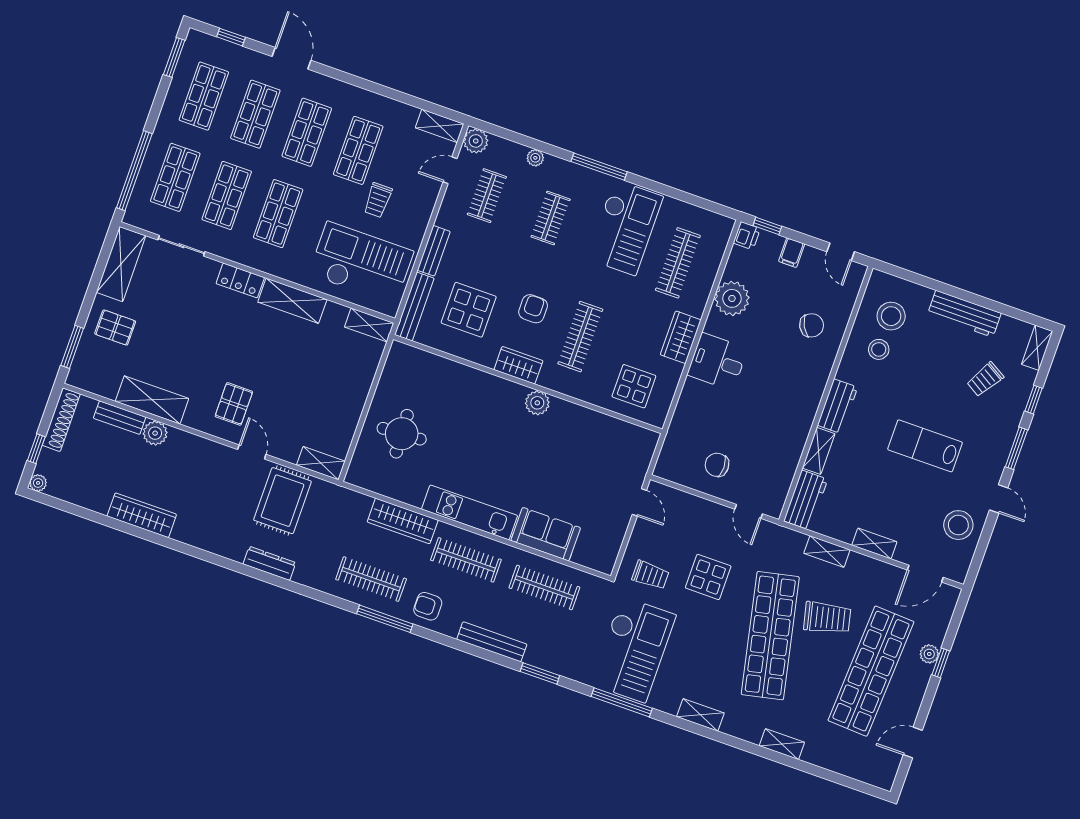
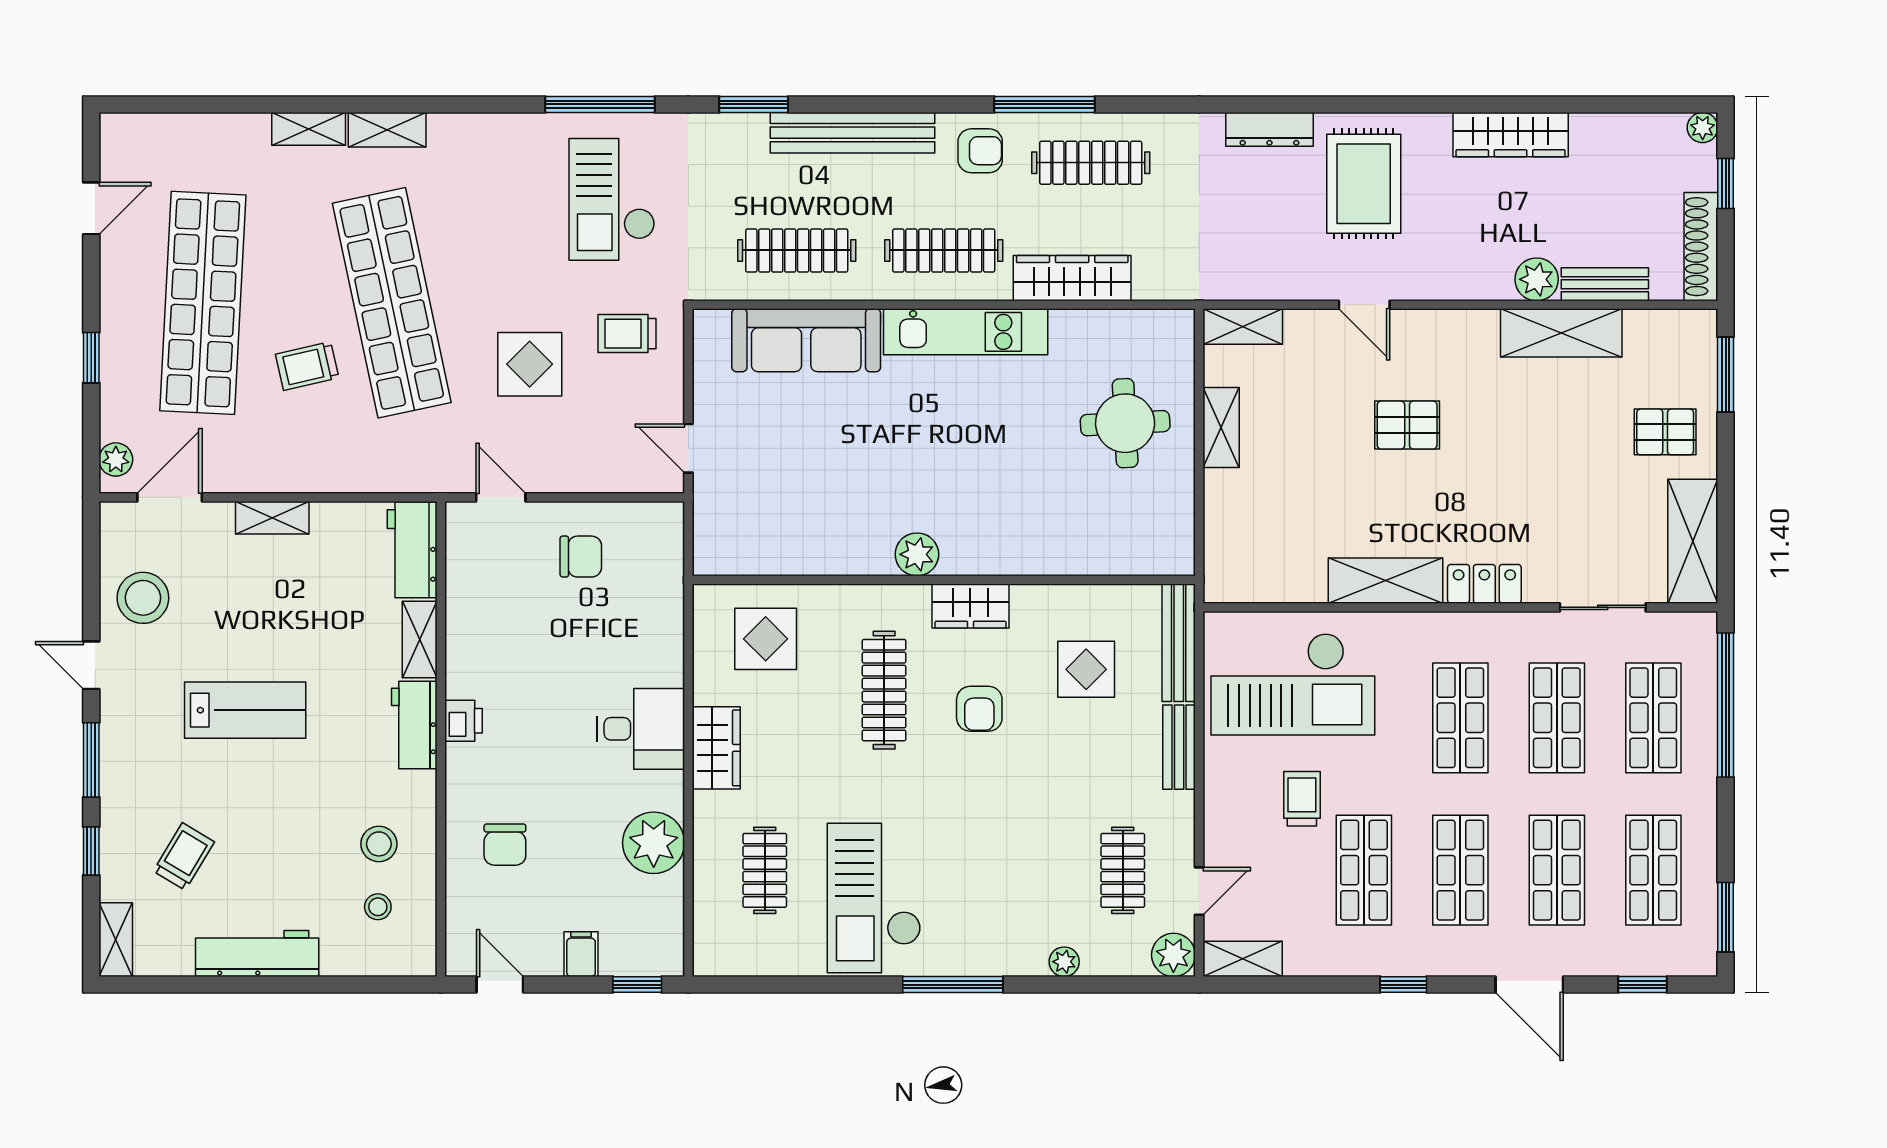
window: (359, 82) -> (1403, 985), added
clothes rail: (551, 218) -> (1003, 870), removed
printer: (747, 236) -> (463, 721), moved, turned 180
clothes rail: (678, 263) -> (765, 870), width x0.73
display table: (469, 310) -> (1086, 669), width x0.73, depth x0.73
stool: (891, 316) -> (378, 907), width x0.53, depth x0.53
shelving: (369, 325) -> (1221, 428), moved, turned 90
chair: (812, 325) -> (505, 845), turned -62
pallet: (234, 404) -> (1407, 425), moved, turned 90
rug: (283, 501) -> (1364, 184), moved
sofa: (546, 534) -> (806, 340), width x1.36
shelving: (827, 551) -> (347, 476), removed
trolley: (827, 618) -> (307, 366), width x0.73, depth x0.72
bench: (492, 642) -> (852, 133), width x1.37, depth x1.21
checkout: (633, 649) -> (612, 199), width x0.73, depth x0.83
plant: (929, 654) -> (116, 459), moved
shelving: (700, 715) -> (387, 130), moved

